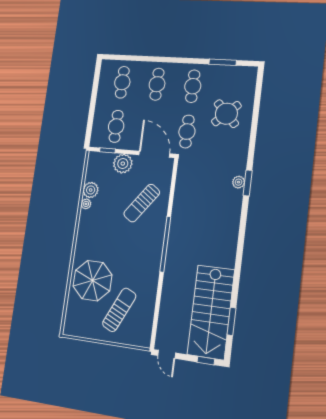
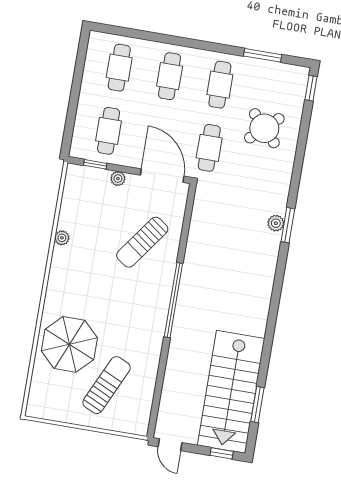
window: (259, 81) -> (311, 88), added
plant: (123, 164) -> (118, 179), width x0.53, depth x0.53
plant: (91, 190) -> (69, 219), removed

